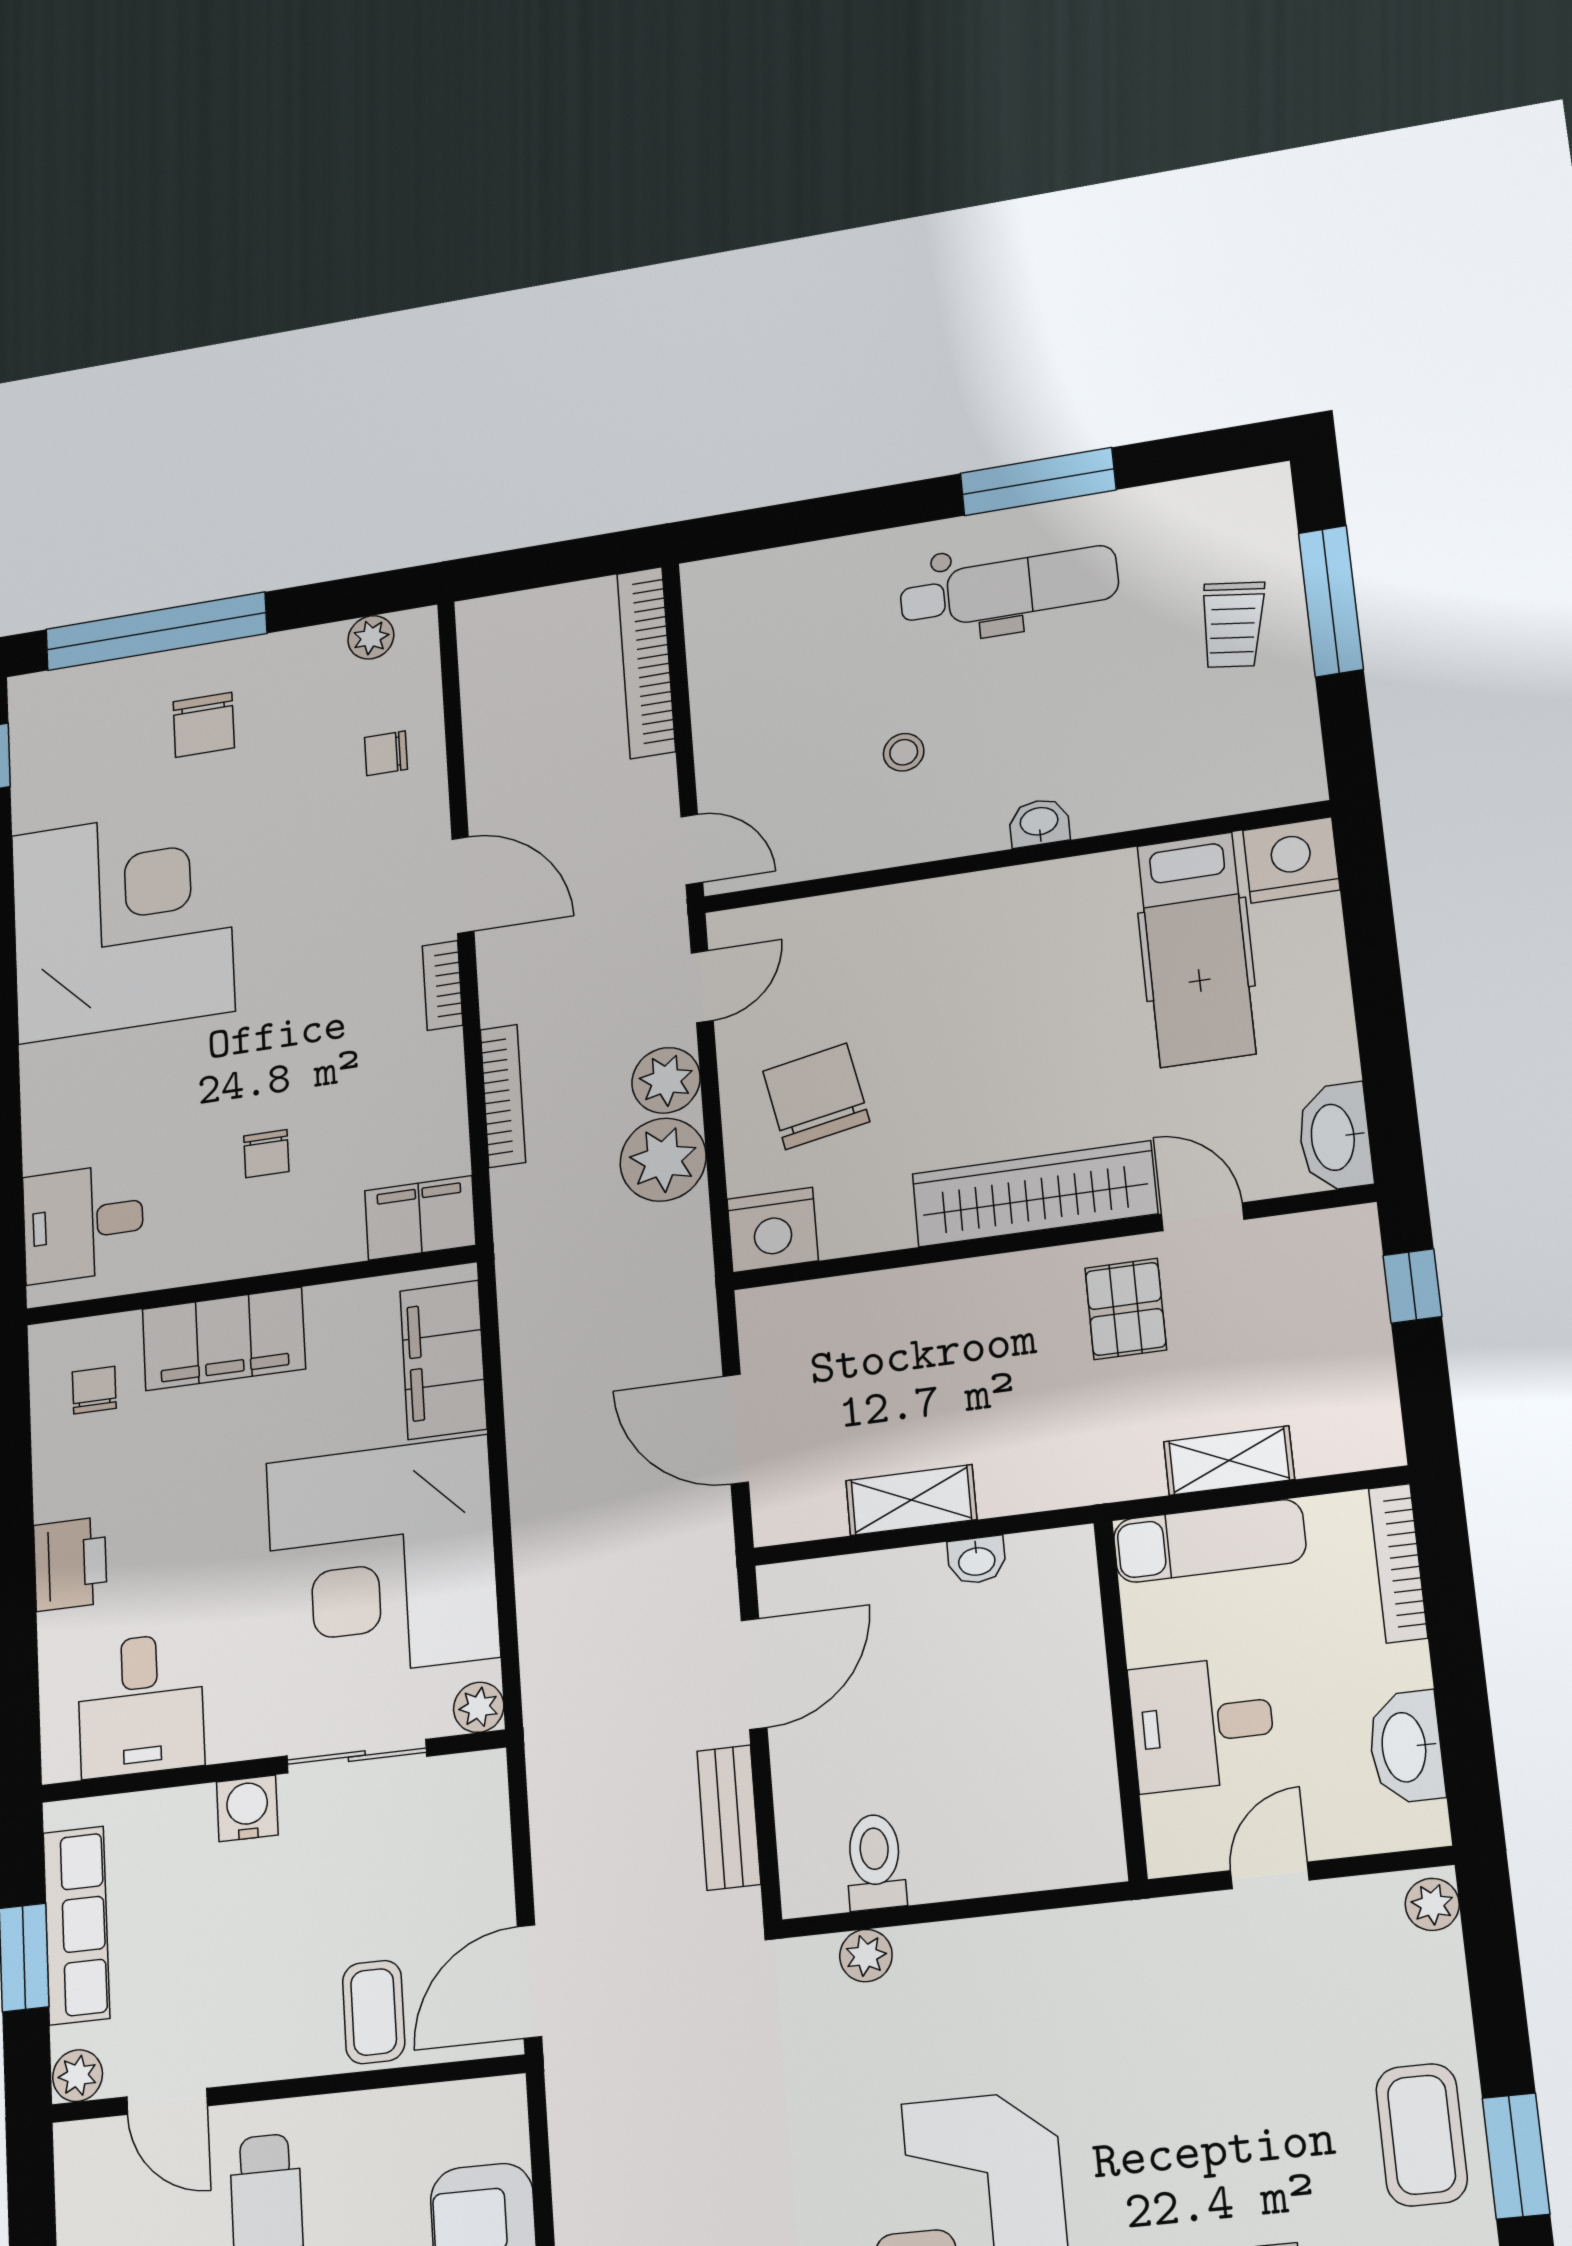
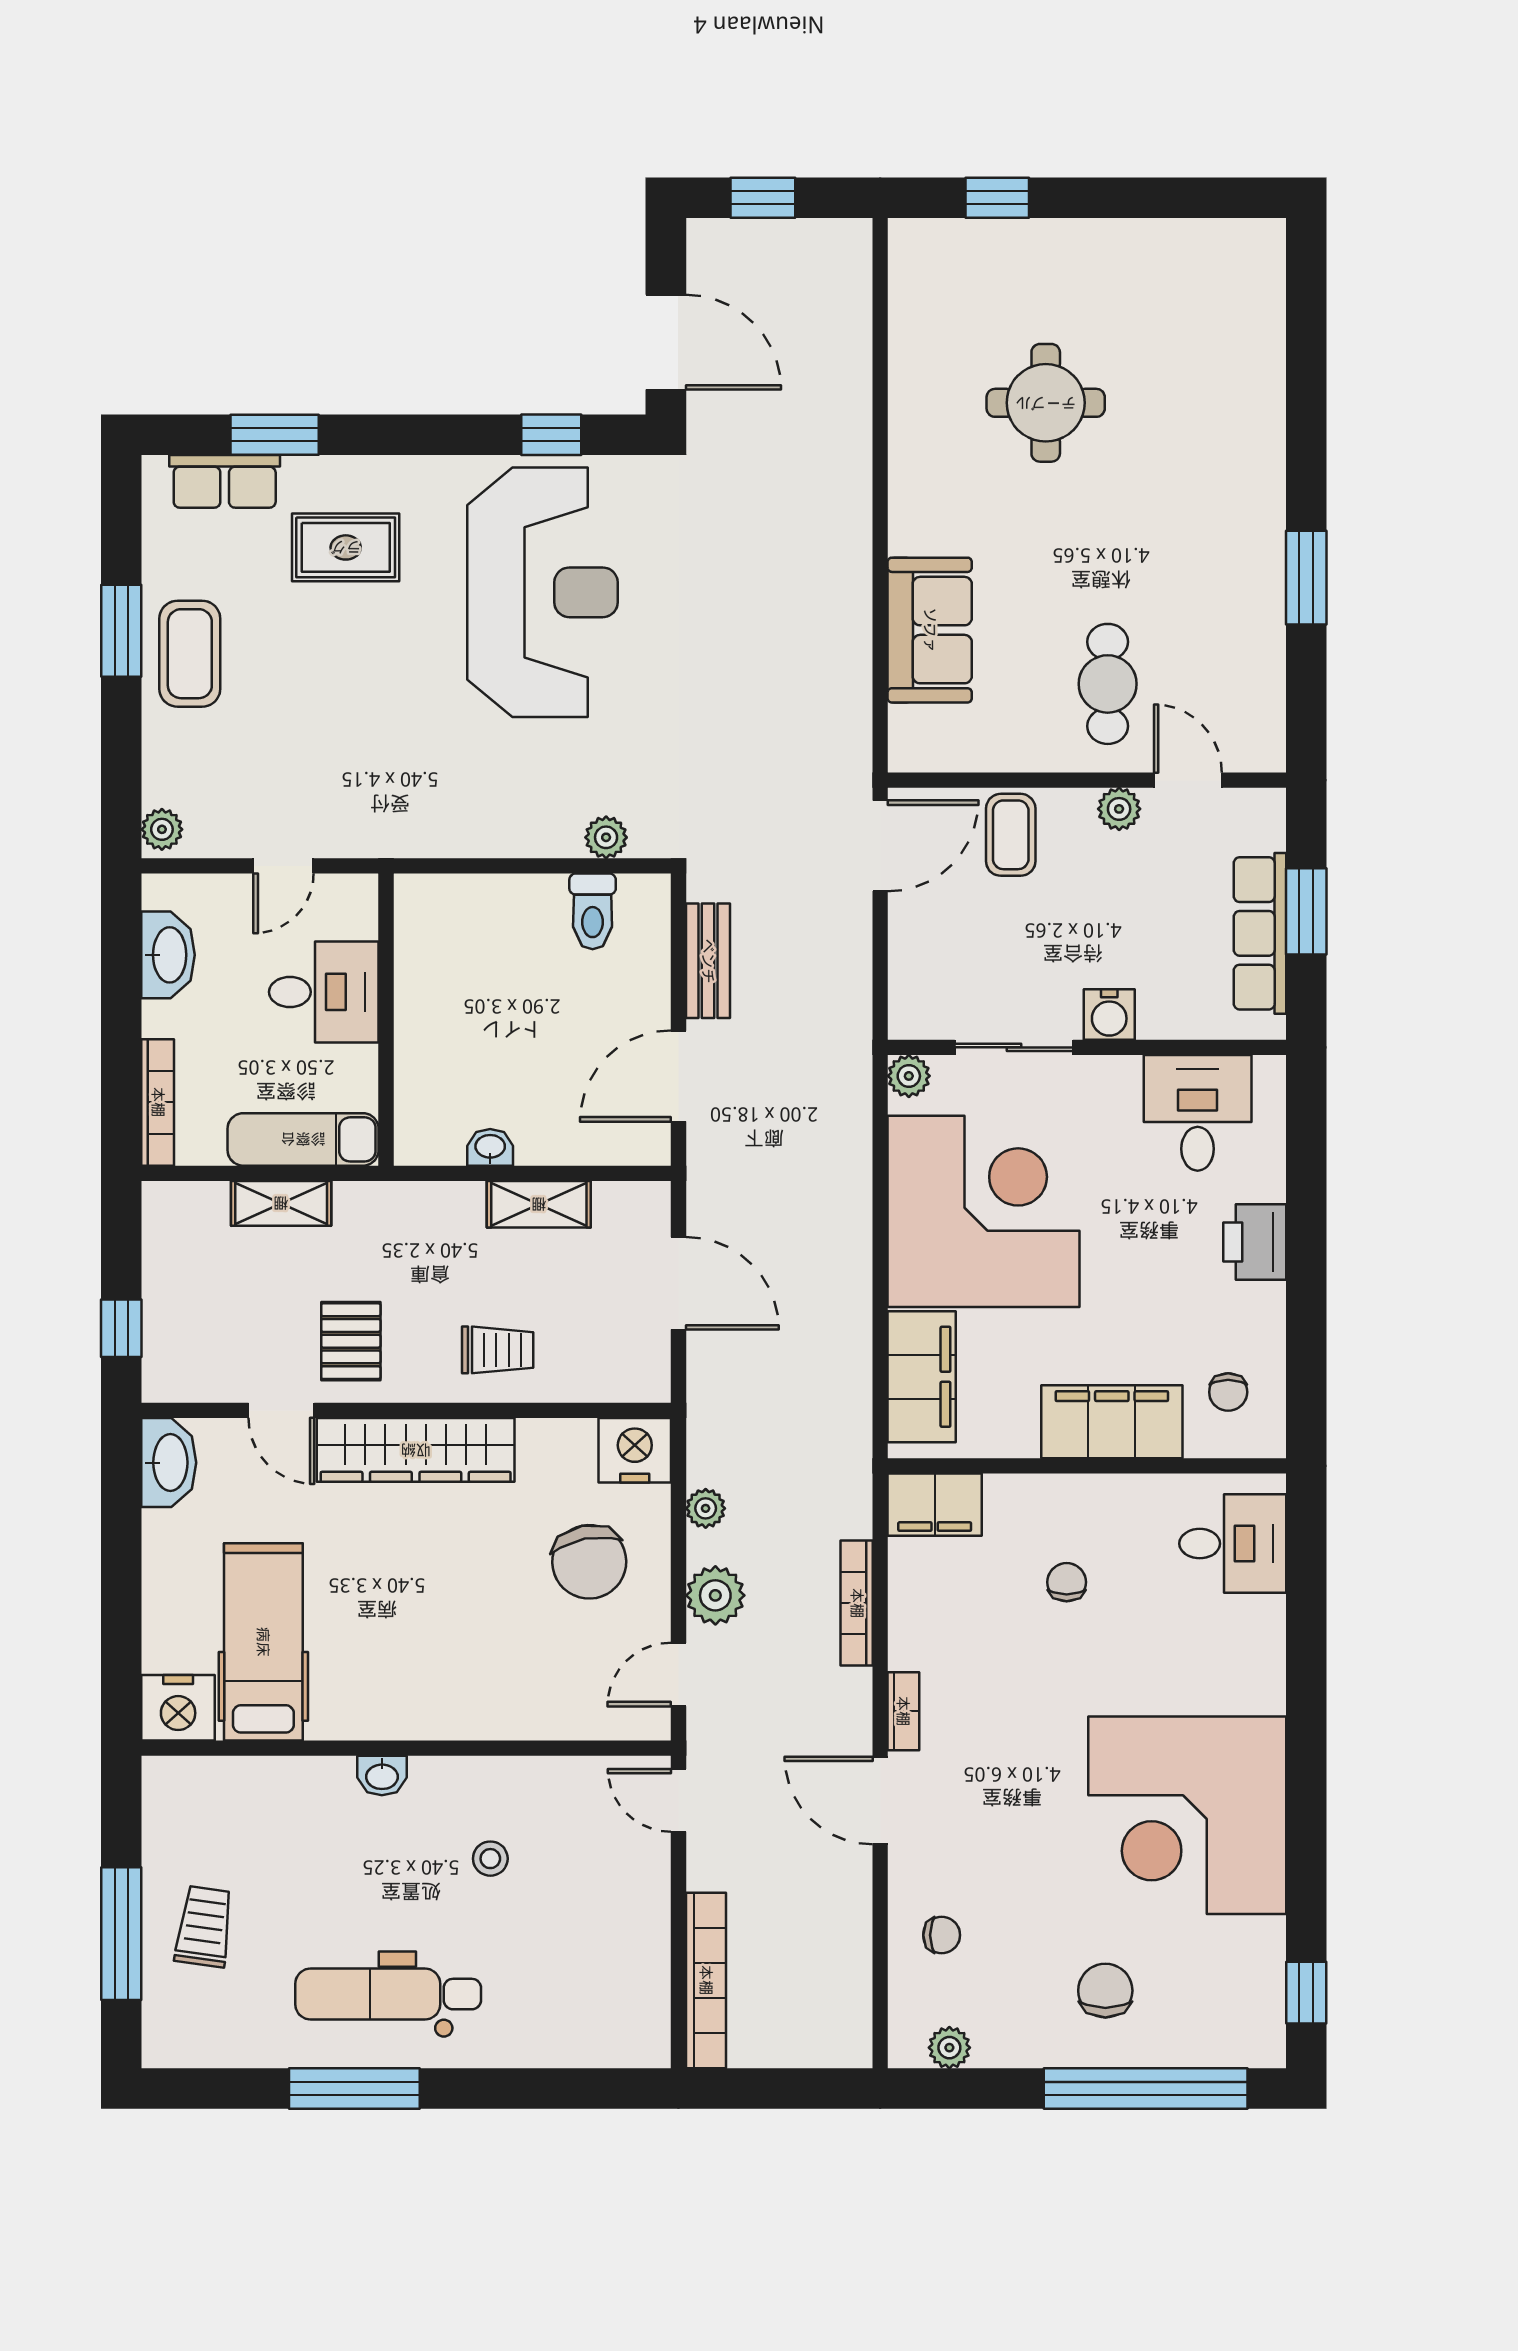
plant: (663, 1160) -> (706, 1508), width x0.53, depth x0.53
trolley: (946, 1323) -> (498, 1350), added
plant: (78, 2076) -> (1119, 809), moved

